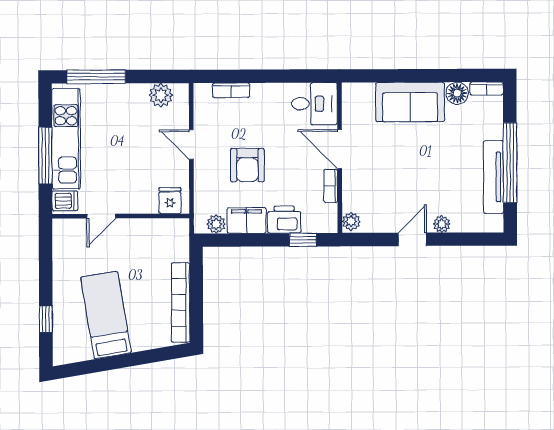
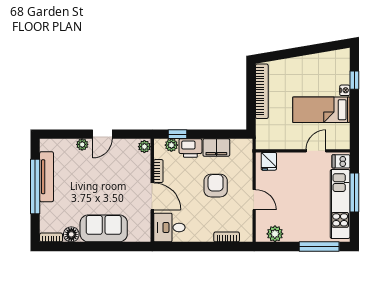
plant: (216, 224) -> (171, 145), moved
nightstand: (60, 304) -> (345, 90), added
bed: (106, 315) -> (321, 110), moved, turned 100

